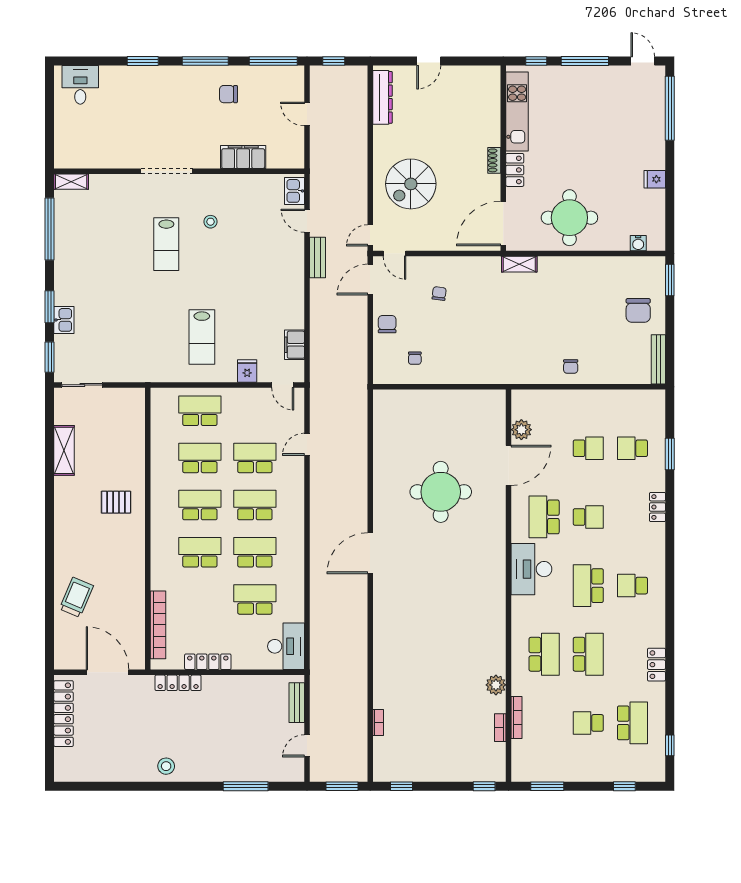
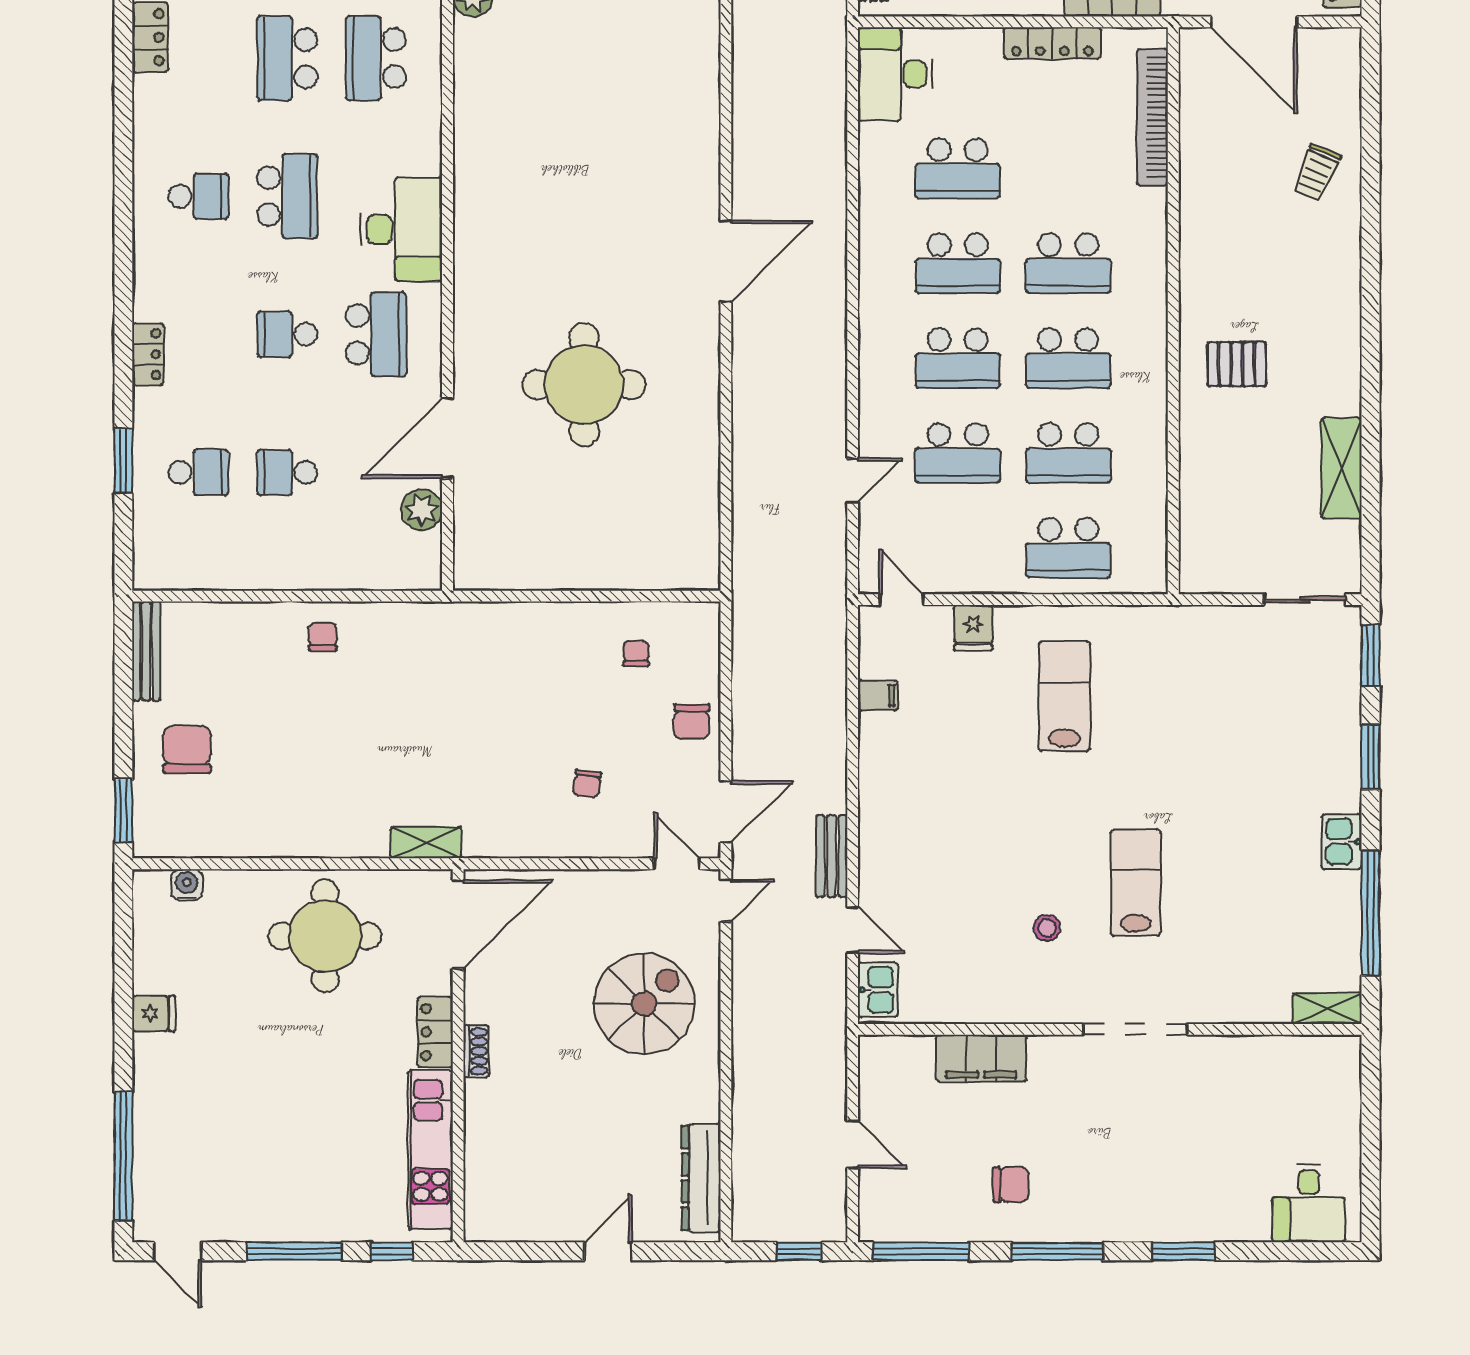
kitchen sink: (64, 320) -> (1342, 842), moved
filing cabinet: (295, 345) -> (878, 696), width x0.50
trolley: (76, 597) -> (1316, 173), width x0.73, depth x0.72

